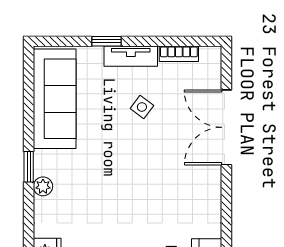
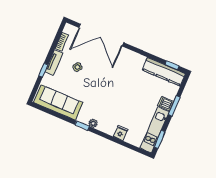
double door: (226, 127) -> (101, 35), width x1.36

